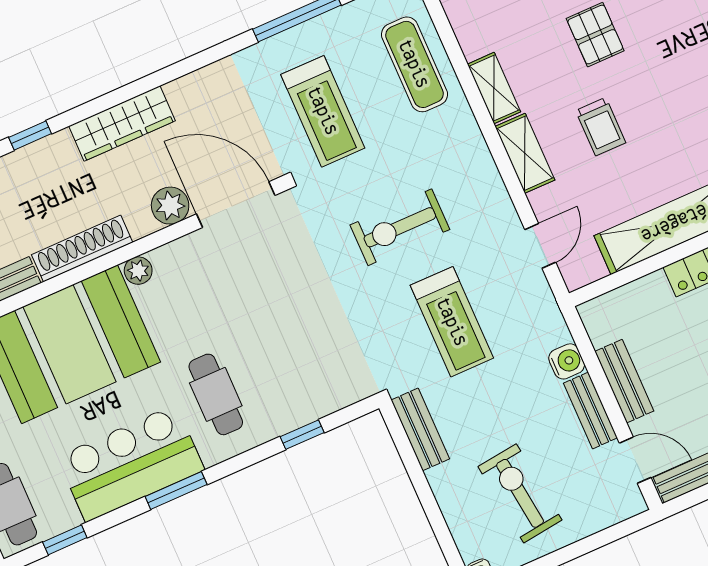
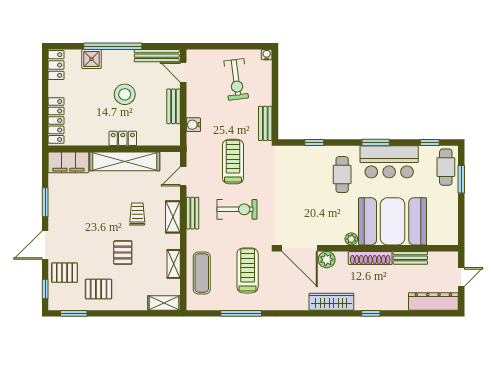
shelving: (494, 88) -> (174, 264), moved
bench: (590, 410) -> (193, 213), moved

